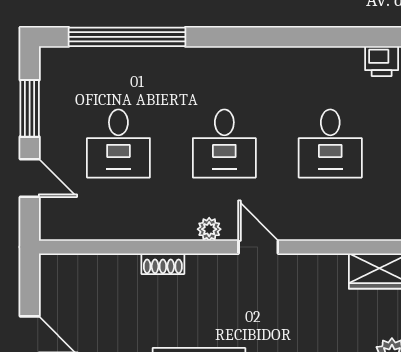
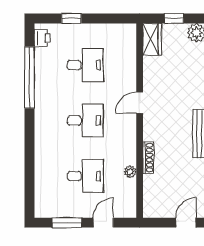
window: (127, 37) -> (29, 77), moved
plant: (209, 229) -> (130, 172), moved
shoe rack: (163, 264) -> (148, 158), width x1.43

